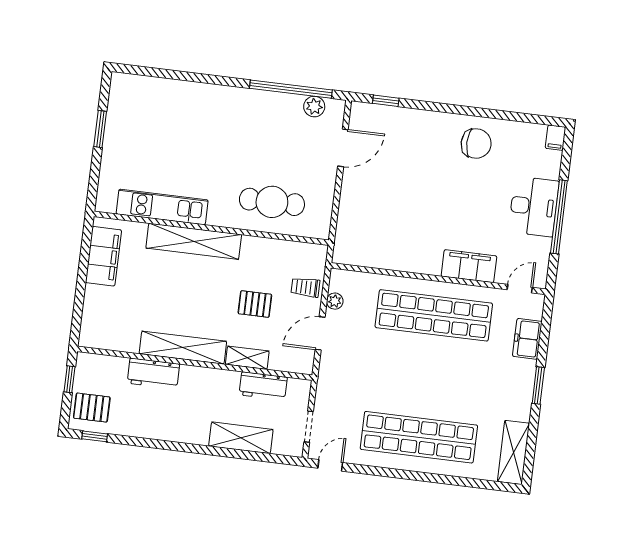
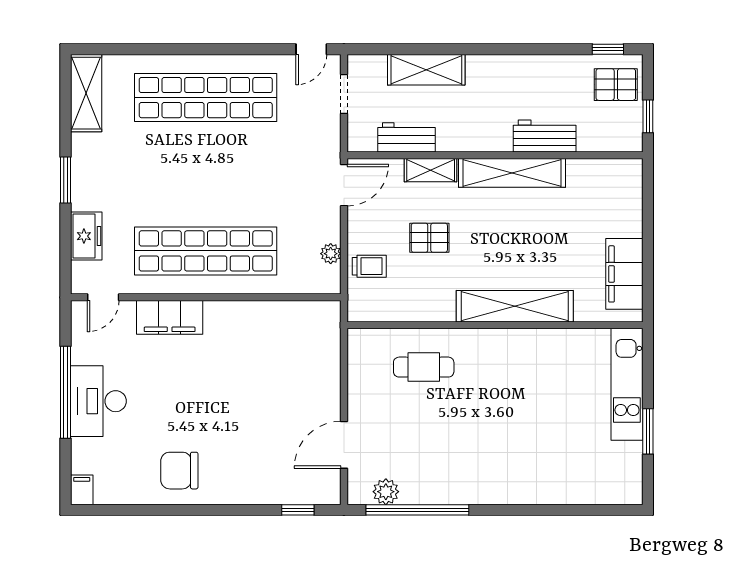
cafe table: (272, 202) -> (424, 367), width x0.73, depth x0.74
kitchen unit: (162, 207) -> (627, 384), moved, turned 90
door: (320, 333) -> (344, 185), moved

